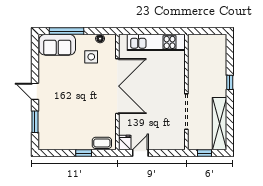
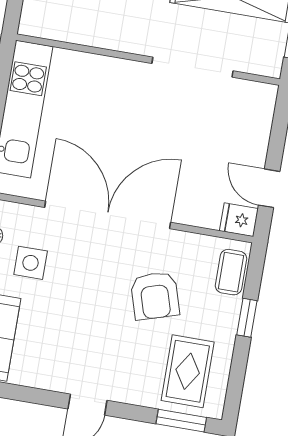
armchair: (86, 112) -> (155, 296), added
window: (35, 122) -> (181, 421), moved
rug: (56, 132) -> (188, 371), added

